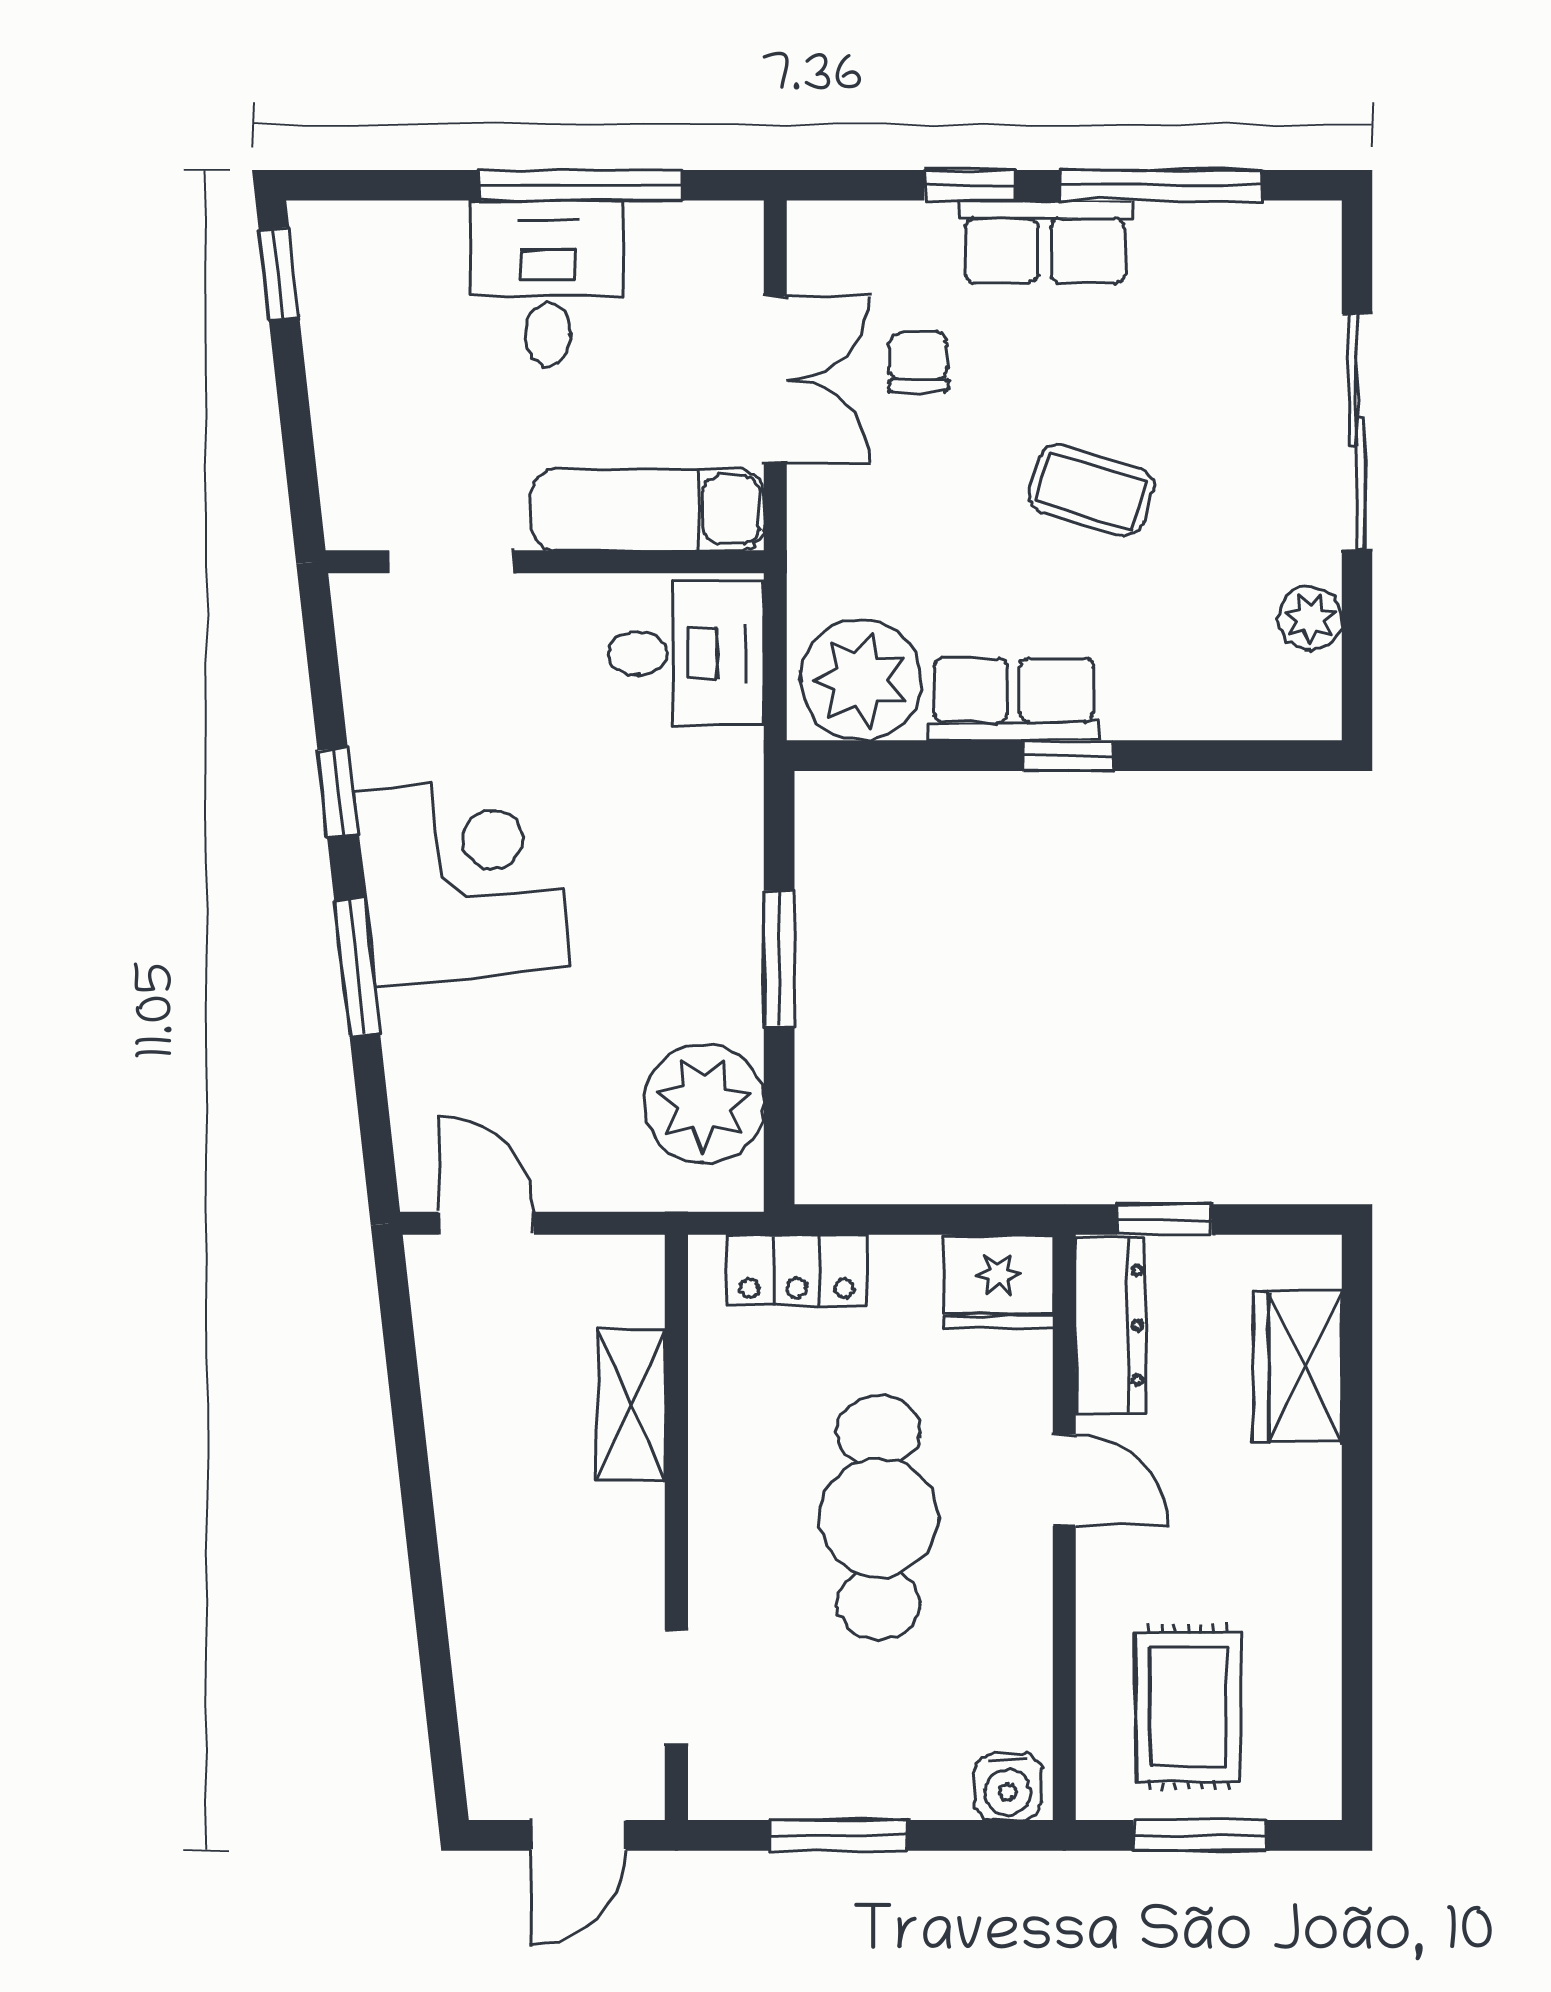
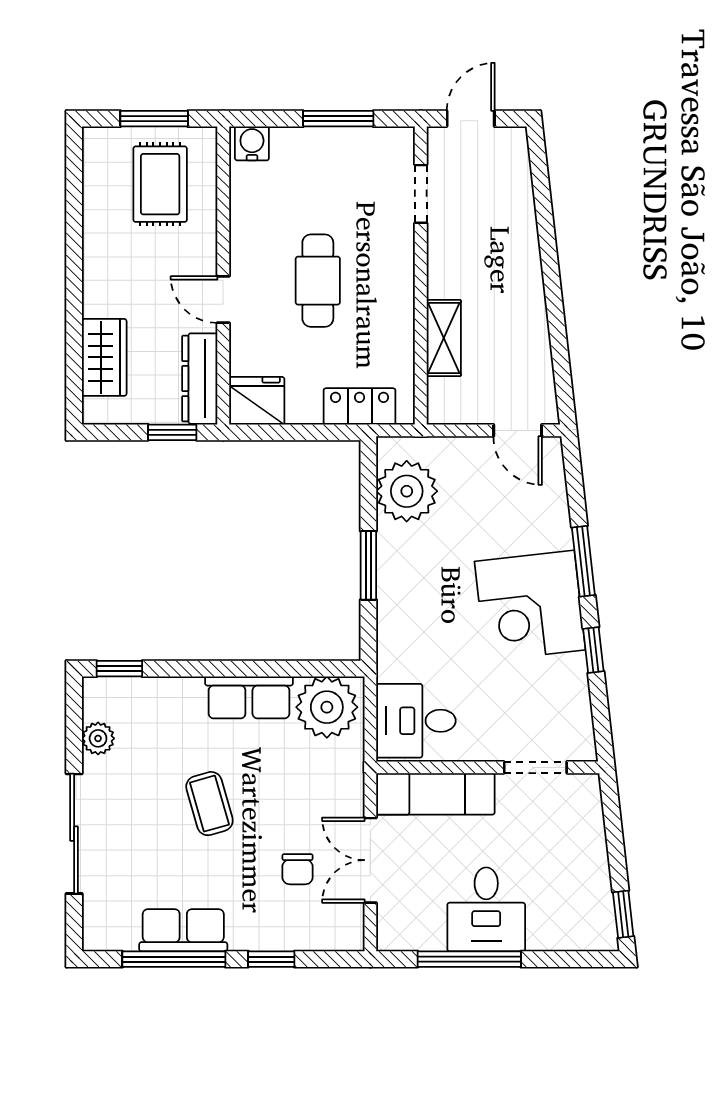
row of seats: (1045, 242) -> (183, 930), moved
coffee table: (1091, 491) -> (209, 804), turned 57
window: (1069, 756) -> (119, 669), moved
cafe table: (878, 1517) -> (318, 281), width x0.73, depth x0.74

